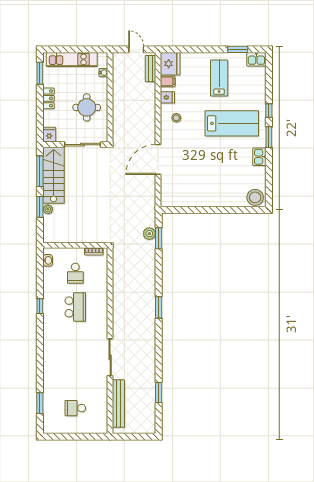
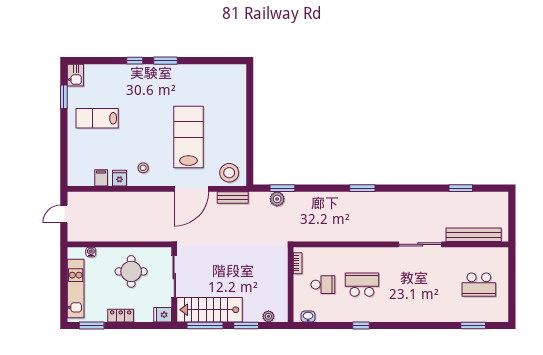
fridge: (170, 64) -> (81, 175), removed
bench: (151, 69) -> (233, 198), moved
lab bench: (232, 123) -> (188, 137), moved
kitchen sink: (259, 157) -> (188, 72), removed
door: (158, 159) -> (191, 189), hinge flipped
stool: (255, 197) -> (229, 173), moved
plant: (48, 209) -> (268, 316), moved
school desk: (75, 408) -> (479, 285), width x1.85

